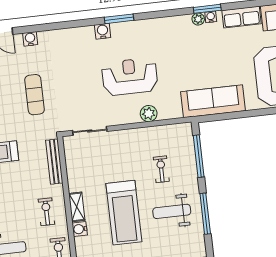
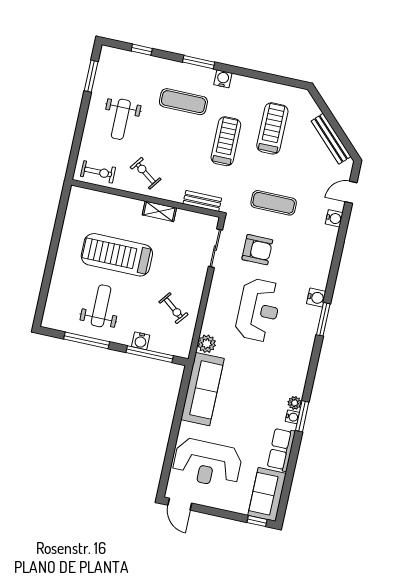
armchair: (79, 95) -> (257, 250), added
plant: (149, 114) -> (207, 344), moved
bench: (54, 162) -> (202, 201), width x0.73
exercise bike: (161, 169) -> (173, 308), moved, turned 38
shelving: (77, 207) -> (159, 211), moved
exercise bike: (46, 212) -> (146, 173), turned -144
water cooler: (80, 229) -> (141, 341), moved, turned 180

